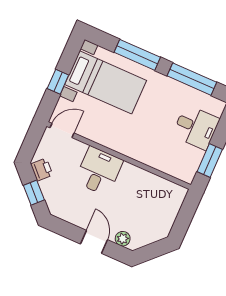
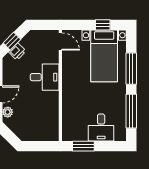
window: (58, 82) -> (103, 25), moved
printer: (42, 169) -> (17, 52), moved

